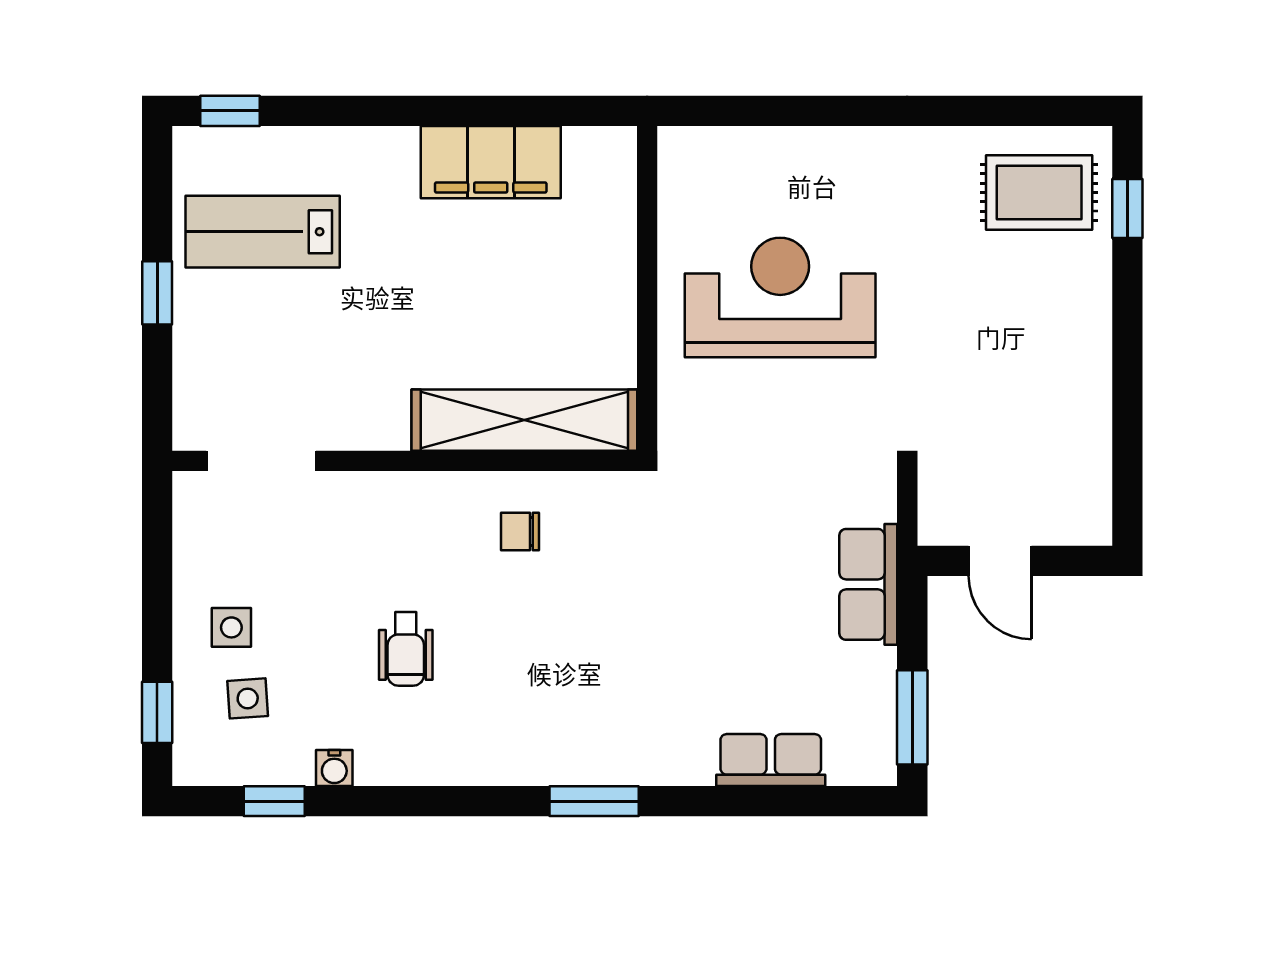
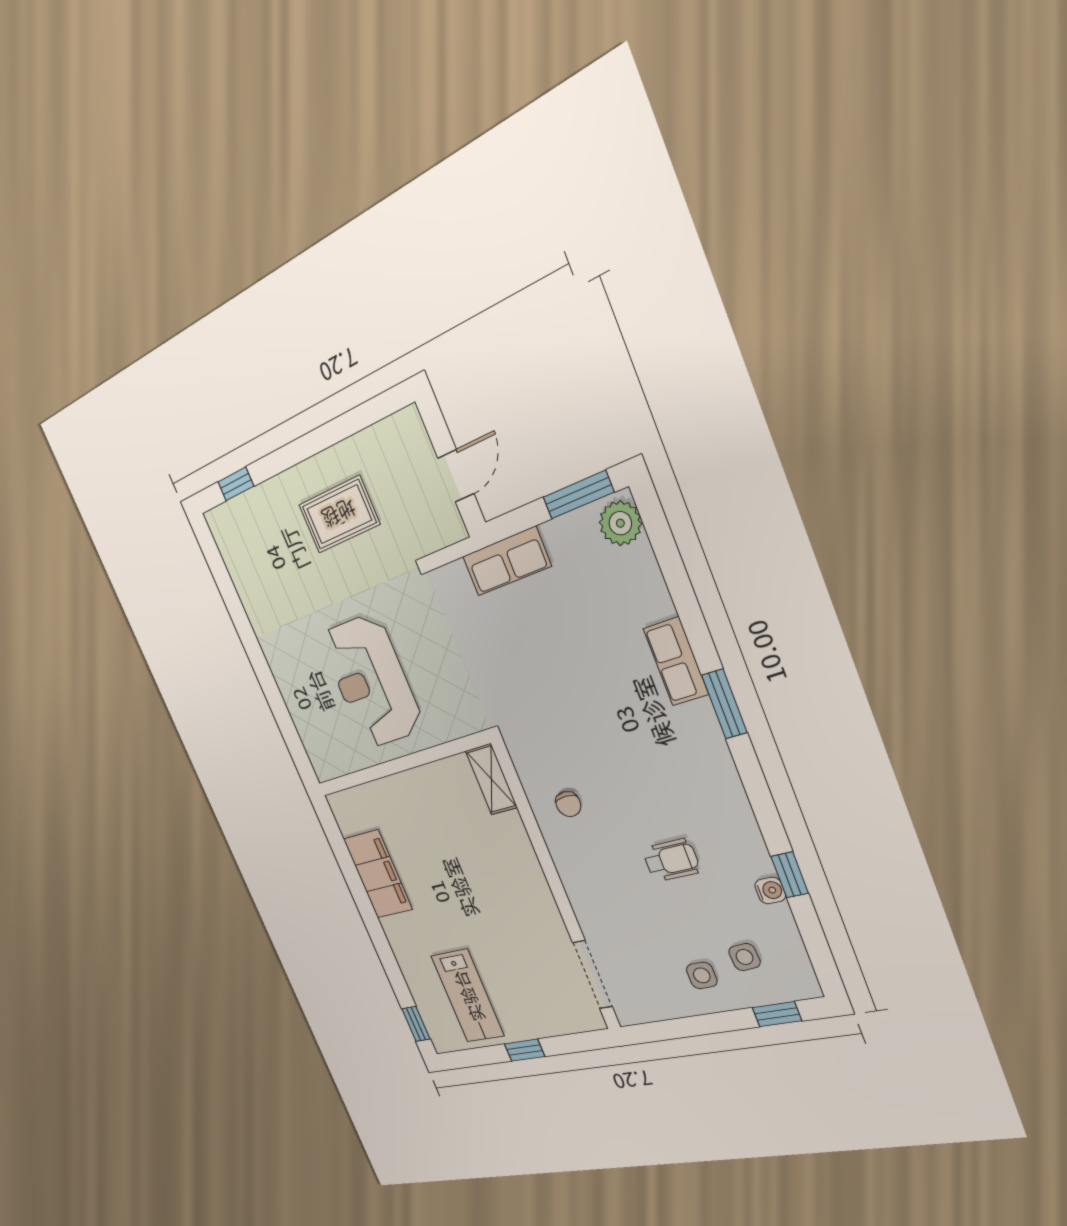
rug: (1039, 192) -> (339, 514), moved, turned 90
shelving: (524, 420) -> (491, 779), width x0.45, depth x0.75
plant: (858, 757) -> (620, 523), added
row of seats: (771, 760) -> (676, 661), moved
window: (274, 801) -> (790, 875), moved

